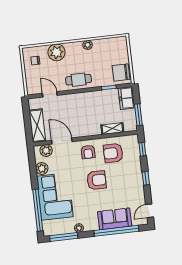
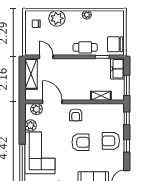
cafe table: (78, 80) -> (85, 47), moved
shelving: (37, 126) -> (31, 74), moved
armchair: (113, 153) -> (111, 141), moved

